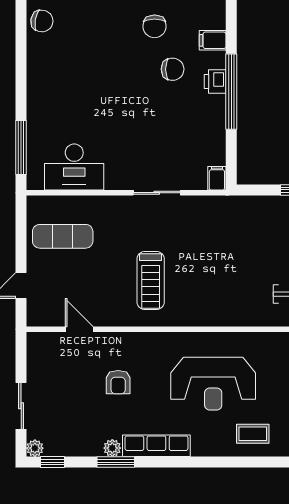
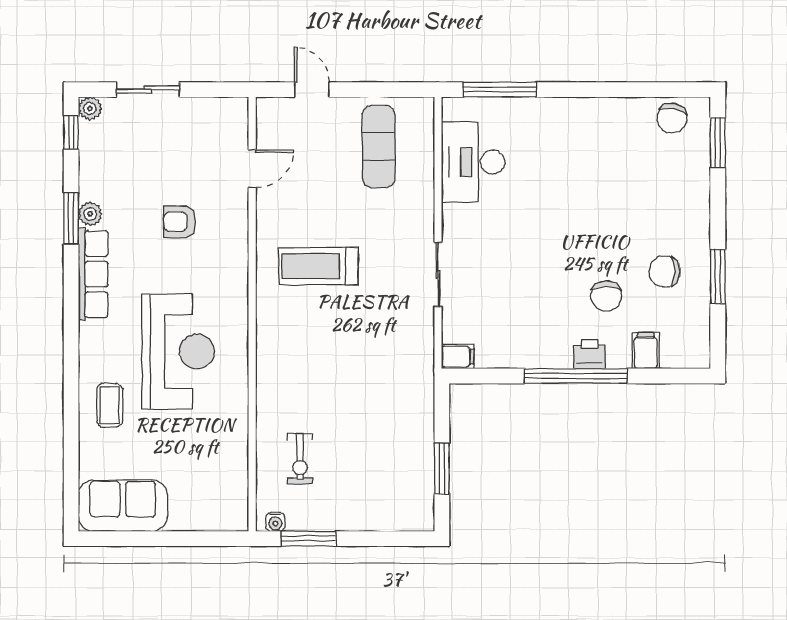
reception desk: (213, 384) -> (178, 351), turned 180

